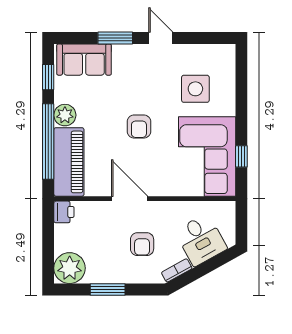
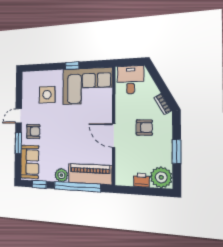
armchair: (139, 126) -> (33, 131), moved
window: (241, 156) -> (72, 66), moved
door: (130, 199) -> (114, 136), hinge flipped
printer: (64, 212) -> (141, 180), moved
desk: (201, 240) -> (131, 80), moved, turned -61

